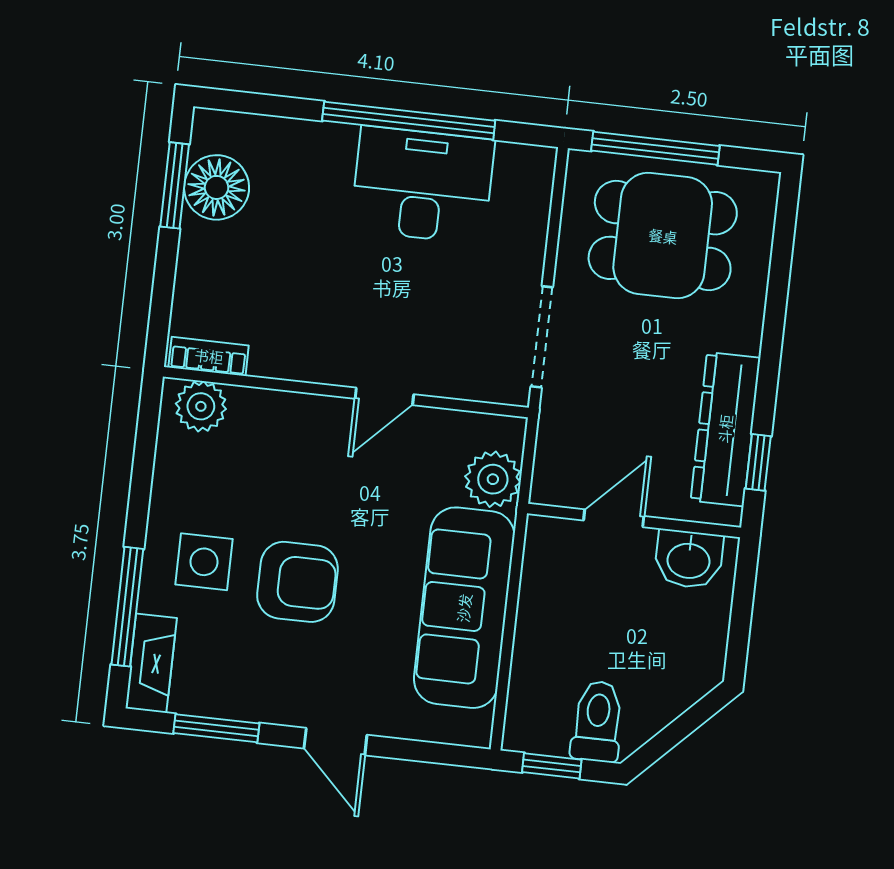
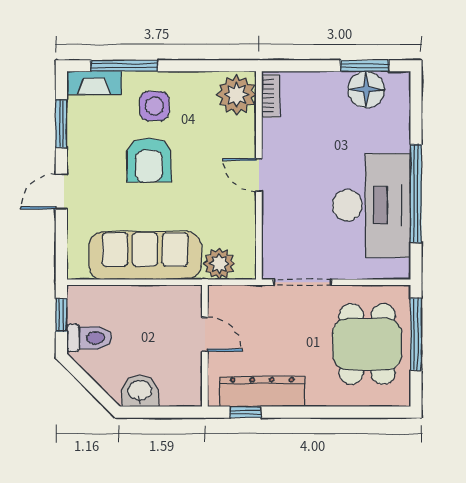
desk: (423, 185) -> (371, 205), width x1.36, depth x1.30
door: (384, 396) -> (259, 175), moved
plant: (201, 406) -> (237, 95), width x1.36, depth x1.36
washbasin: (689, 559) -> (140, 391), moved, turned 90

